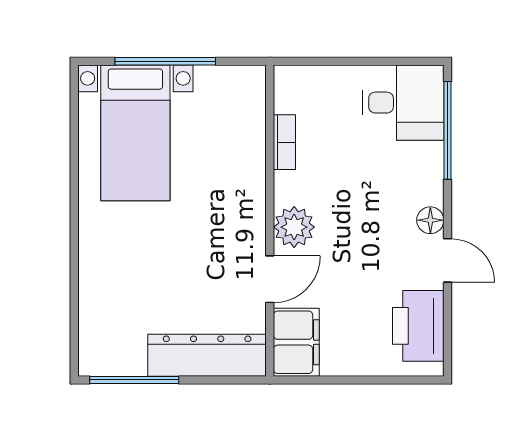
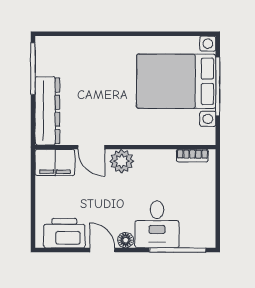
desk: (403, 103) -> (157, 224), moved
bed with nightstands: (135, 133) -> (176, 81), width x1.36
bookcase: (284, 142) -> (192, 156), moved
door: (447, 260) -> (102, 250), swing flipped

